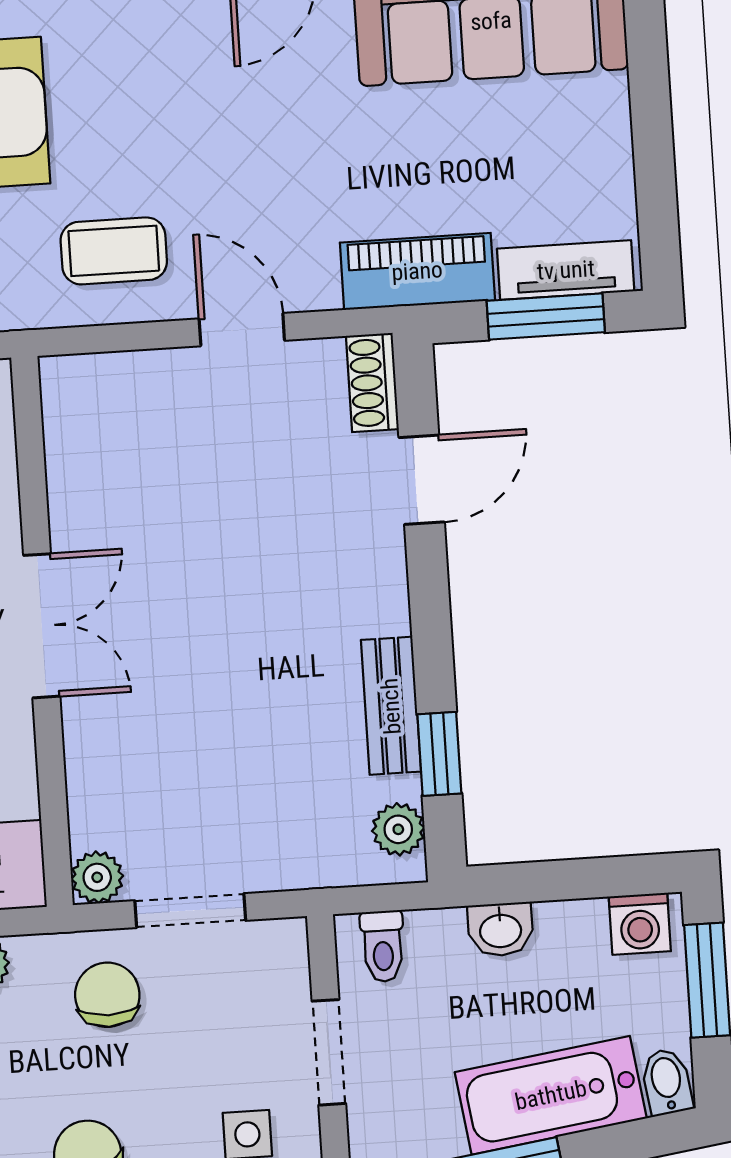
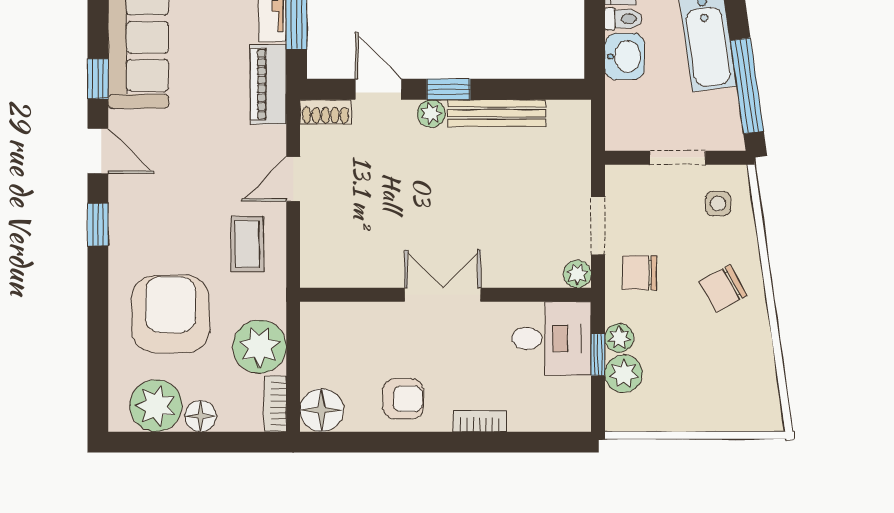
bench: (391, 706) -> (497, 113), width x1.36
window: (439, 754) -> (448, 89), moved
plant: (398, 829) -> (431, 113), moved
washbasin: (500, 929) -> (625, 56), width x1.38, depth x1.45
toilet: (383, 946) -> (623, 19), moved

